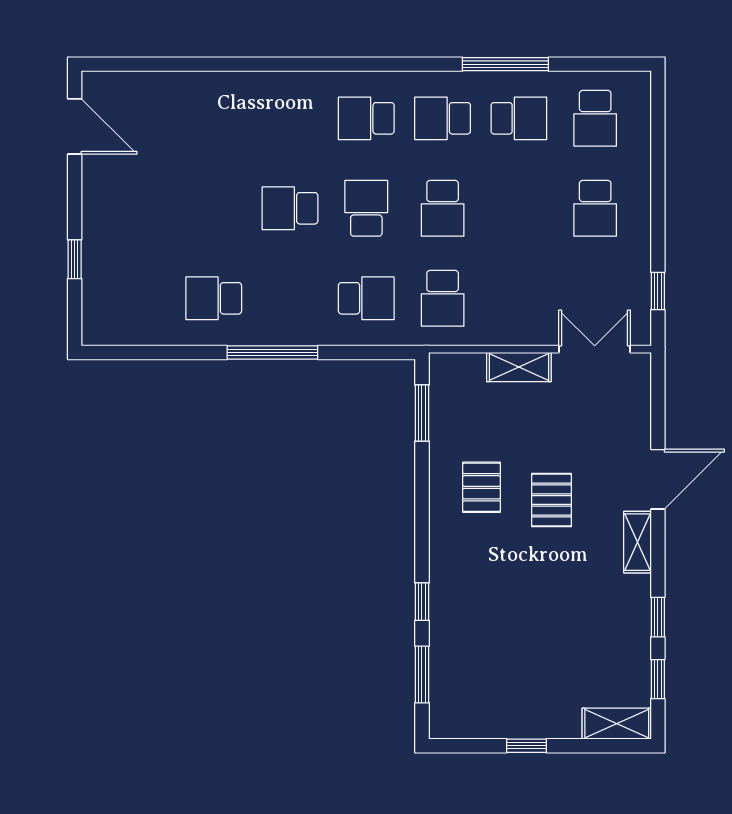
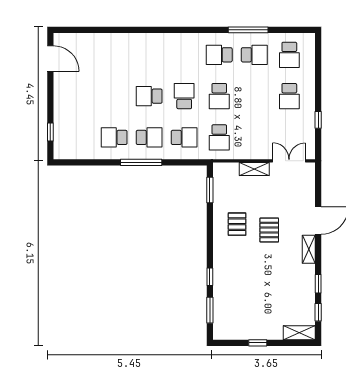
school desk: (366, 118) -> (149, 137), moved, turned 180
window: (75, 259) -> (50, 132), moved
window: (658, 291) -> (318, 120), moved

